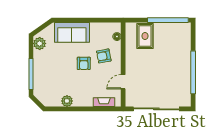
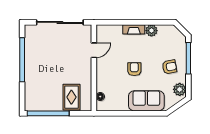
armchair: (104, 56) -> (169, 67), moved
fireplace: (104, 102) -> (134, 29), moved

